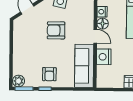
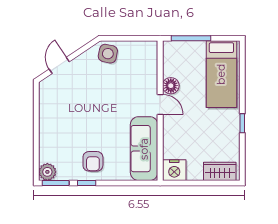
nightstand: (102, 12) -> (170, 68), removed
armchair: (56, 30) -> (102, 96), removed
nightstand: (104, 57) -> (174, 170), moved, turned -90

